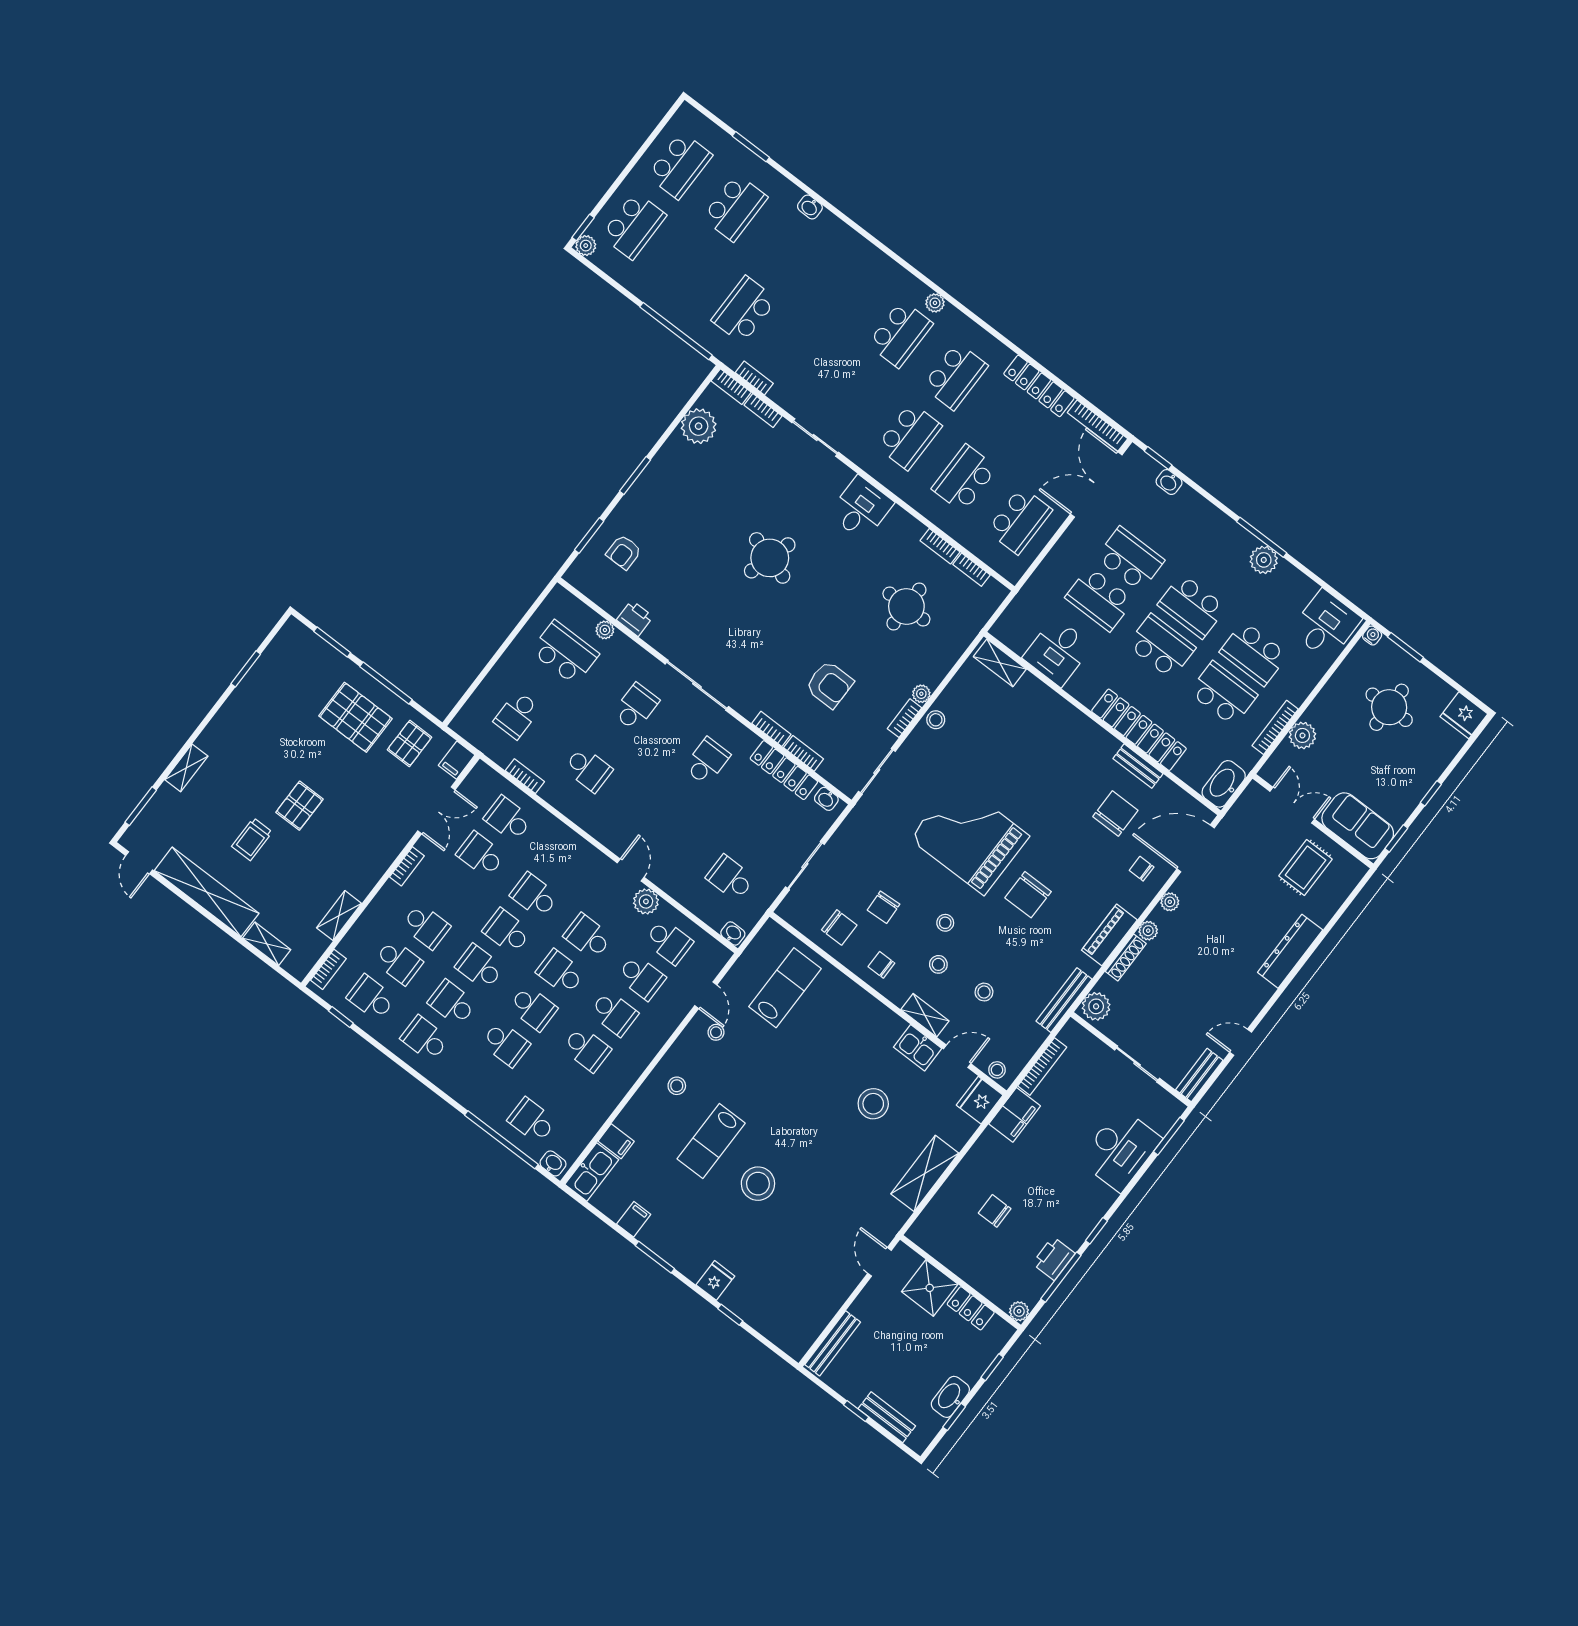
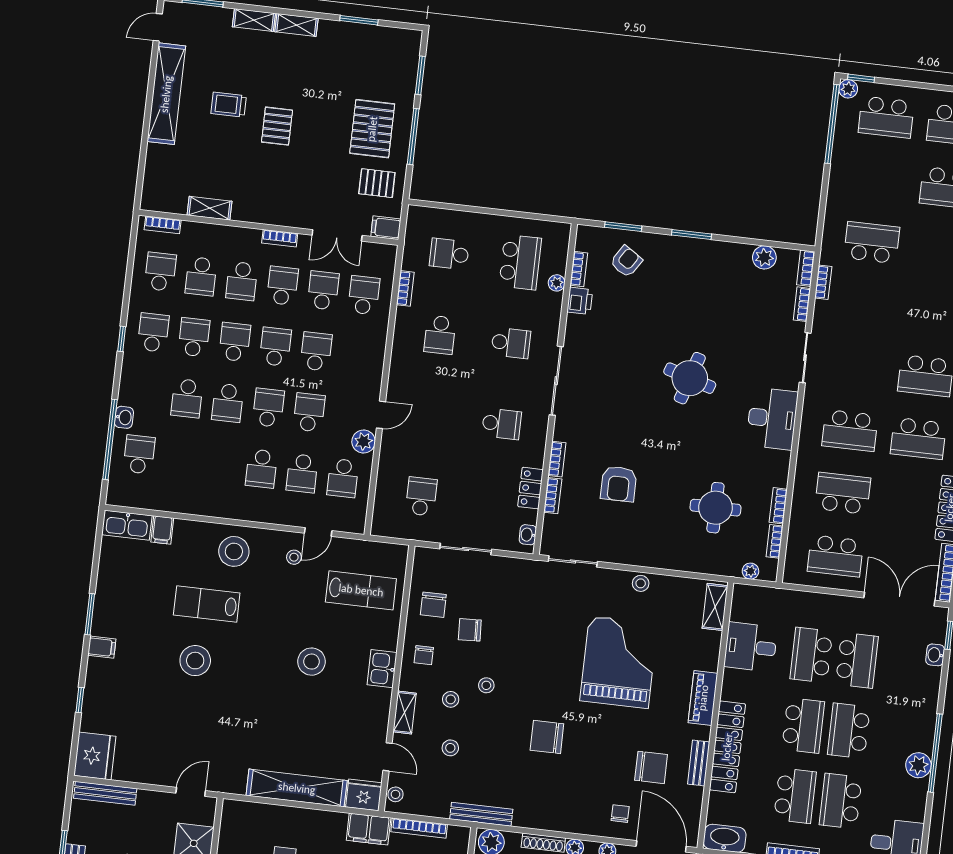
window: (676, 331) -> (832, 124), moved
plant: (699, 426) -> (764, 257), width x0.73, depth x0.73
desk: (861, 508) -> (772, 419), width x1.37
window: (1262, 537) -> (935, 753), width x1.46
armchair: (624, 552) -> (626, 261), turned 123
plant: (921, 694) -> (750, 571), moved
bookcase: (904, 718) -> (579, 269), moved, turned 90
locker: (784, 770) -> (531, 488), width x0.66
pallet: (299, 806) -> (277, 126), turned 90
grand piano: (970, 837) -> (619, 662), moved
washbasin: (733, 934) -> (379, 524), removed
piano: (1109, 935) -> (703, 698), moved, turned -90
shelving: (267, 944) -> (296, 25), moved, turned 90
chair: (881, 965) -> (424, 655), turned 180
window: (341, 1017) -> (122, 339), moved
kitchen sink: (918, 1048) -> (382, 669), moved
school desk: (587, 1049) -> (282, 286), moved, turned 180
stool: (677, 1086) -> (234, 551), width x1.89, depth x1.89
stool: (873, 1104) -> (311, 662), moved
washbasin: (553, 1163) -> (124, 417), moved
shelving: (925, 1173) -> (297, 788), width x1.47
filing cabinet: (634, 1219) -> (102, 647), moved
fridge: (715, 1280) -> (95, 756), moved, width x1.88, depth x1.34

